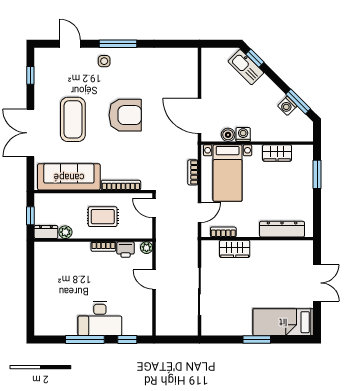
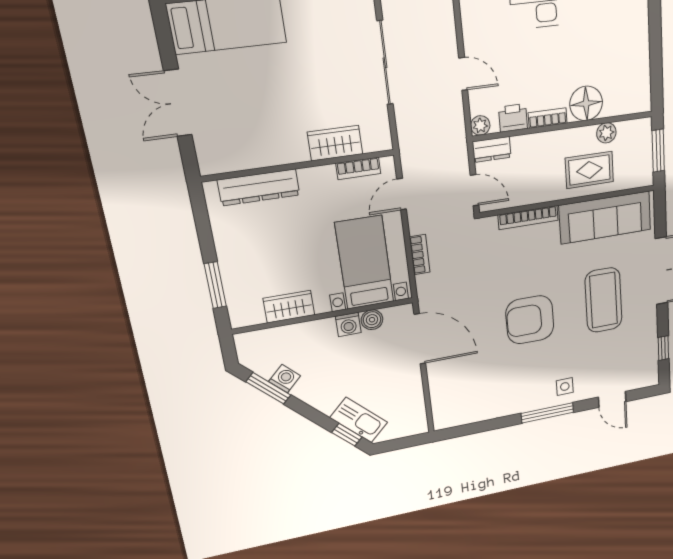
window: (30, 216) -> (658, 151), width x1.50
rug: (103, 217) -> (589, 170), moved
dresser: (46, 232) -> (492, 149), moved
floor lamp: (78, 252) -> (586, 103), added

